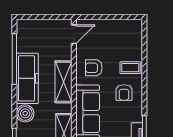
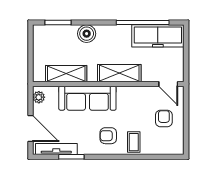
armchair: (94, 68) -> (164, 119), moved
freezer: (27, 78) -> (158, 36), moved

